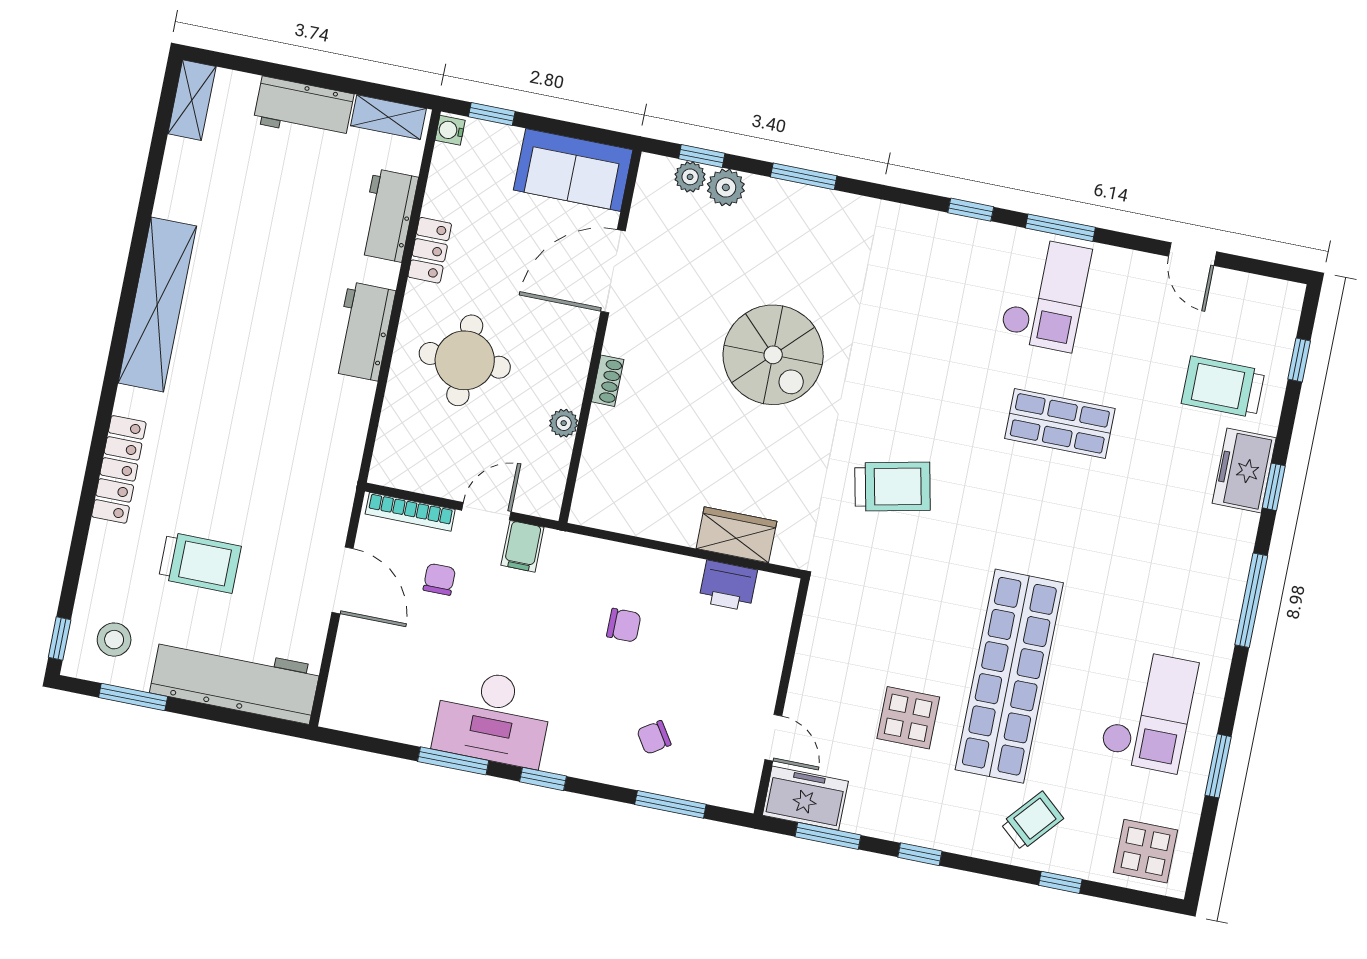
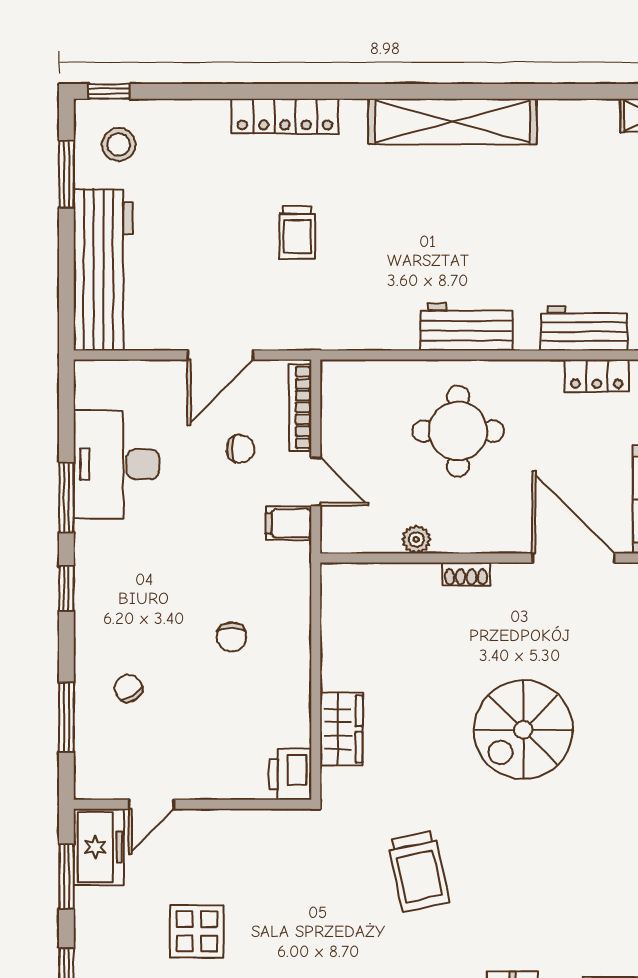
locker: (430, 250) -> (597, 376), moved
trolley: (200, 562) -> (297, 233), moved, width x0.73, depth x0.72
printer: (728, 586) -> (290, 774), moved
desk: (493, 718) -> (116, 464), moved

